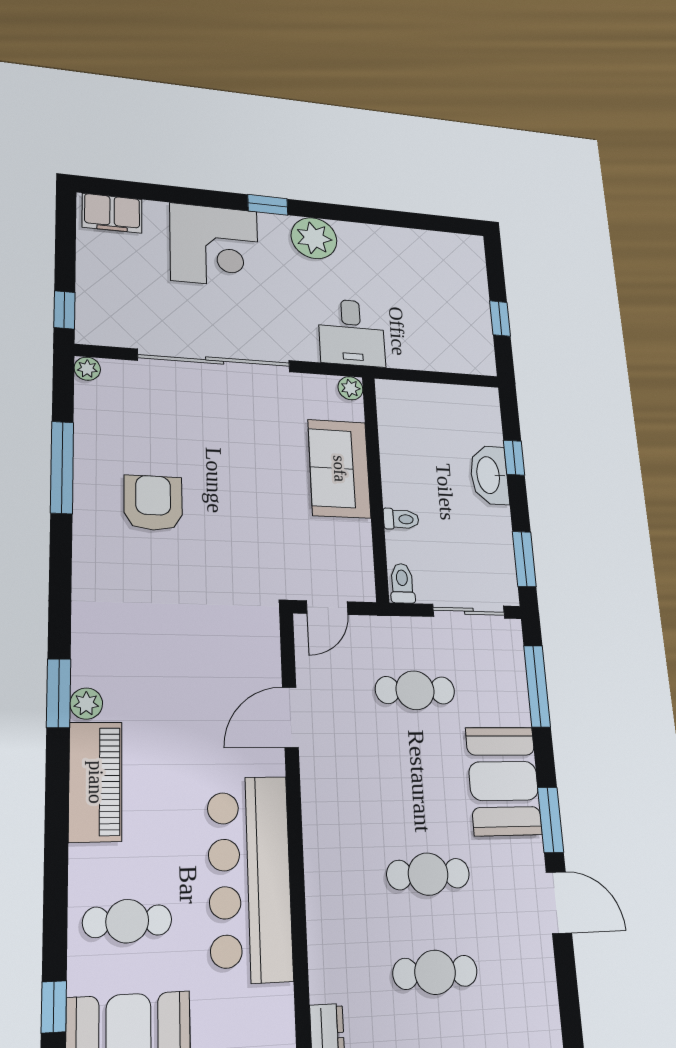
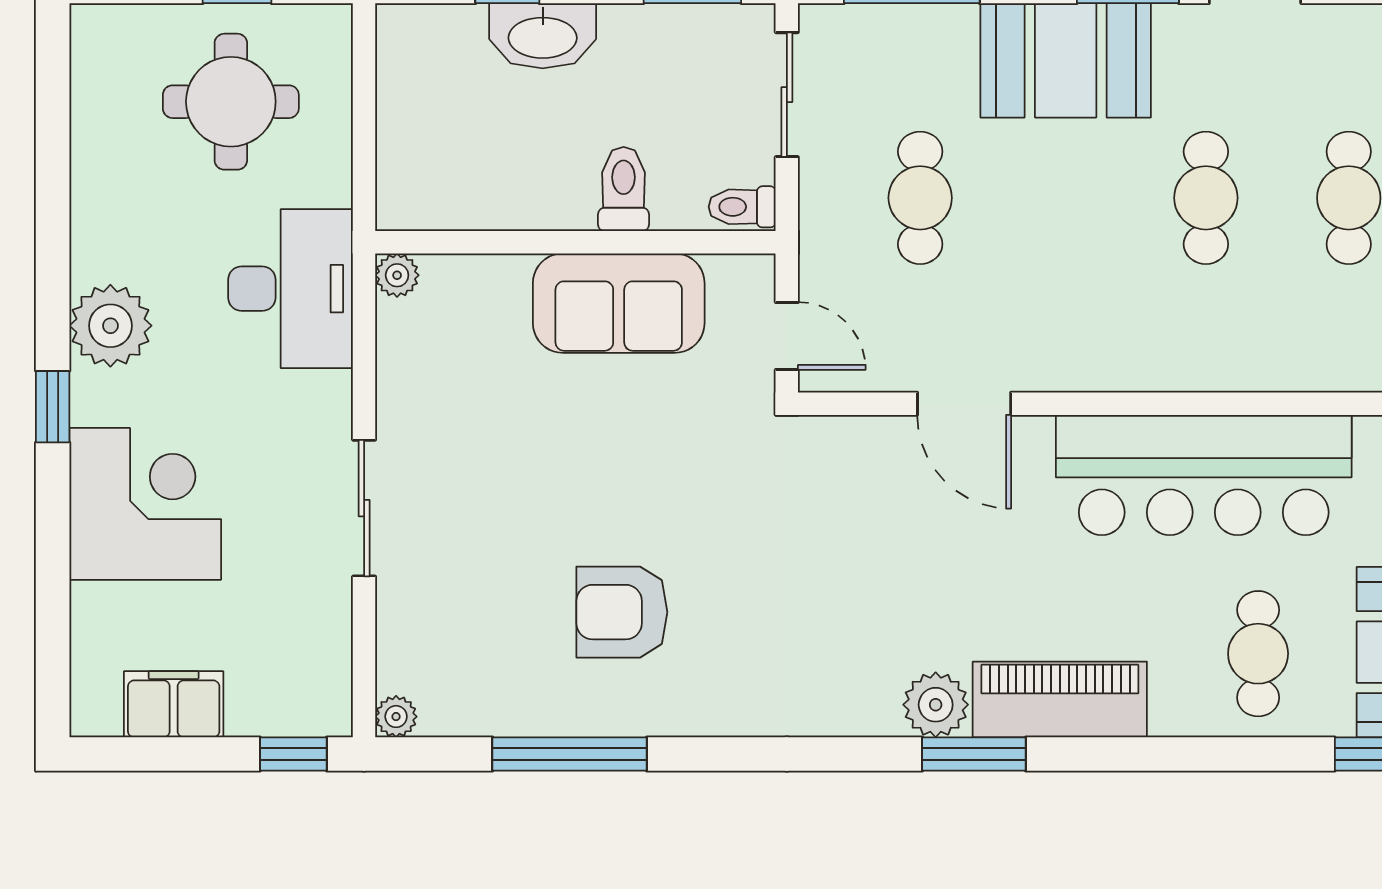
filing cabinet: (112, 213) -> (174, 704), moved, turned -90
round table: (439, 310) -> (231, 102), added
desk: (352, 333) -> (291, 289), width x1.37
sliding door: (215, 361) -> (364, 508), width x0.54
sofa: (339, 469) -> (619, 303), moved
toilet: (401, 519) -> (624, 189), width x1.37, depth x1.39
window: (59, 693) -> (974, 754), moved
plant: (86, 704) -> (936, 705), width x1.38, depth x1.38

